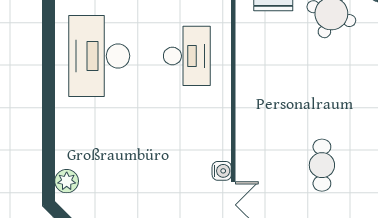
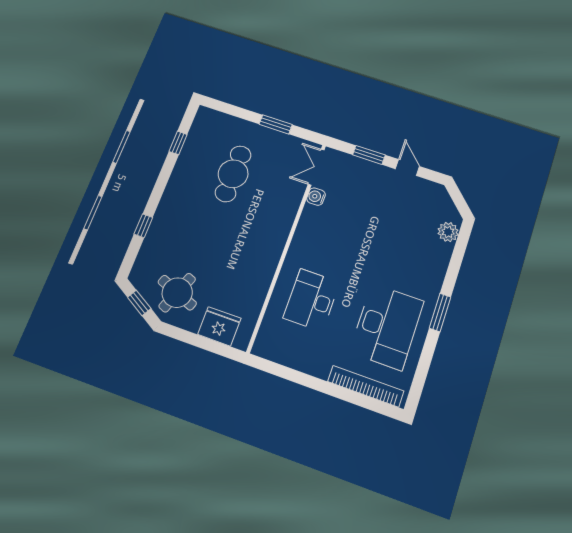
window: (48, 90) -> (440, 313), added
cafe table: (322, 165) -> (233, 174), width x1.37, depth x1.35

